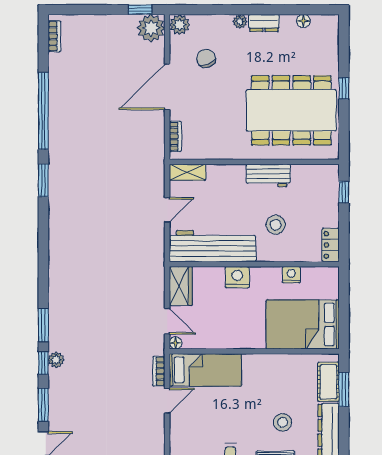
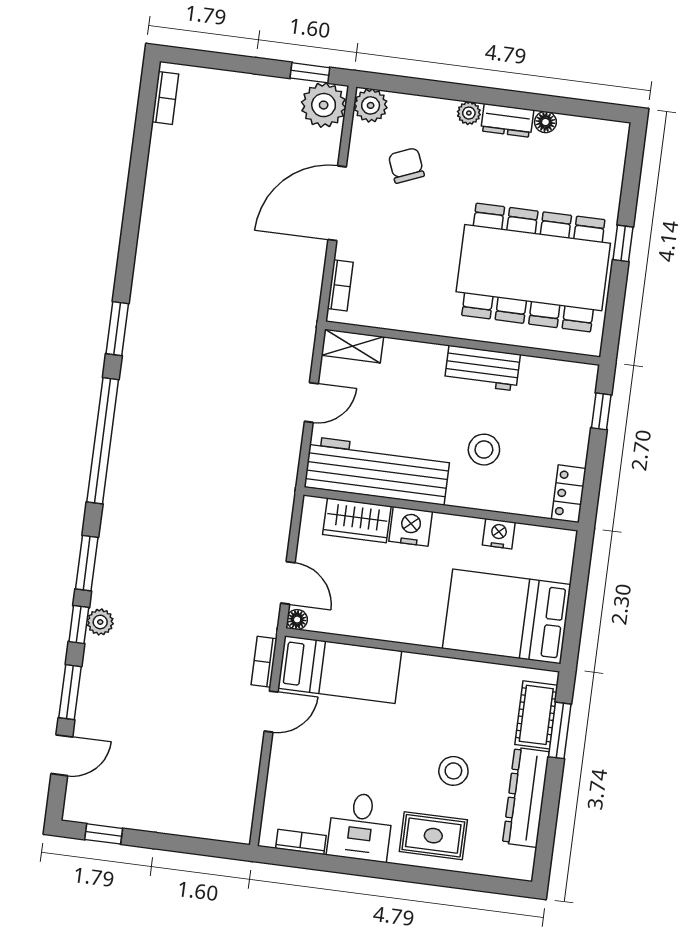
floor lamp: (303, 21) -> (545, 122), moved
window: (43, 111) -> (103, 441), moved
wardrobe: (181, 286) -> (357, 520), moved, turned 90

